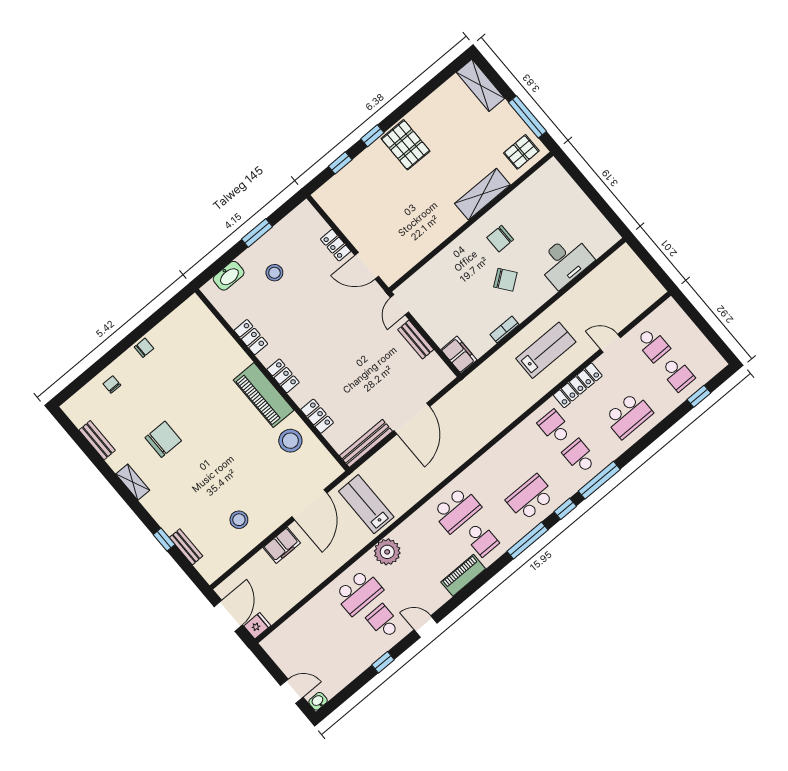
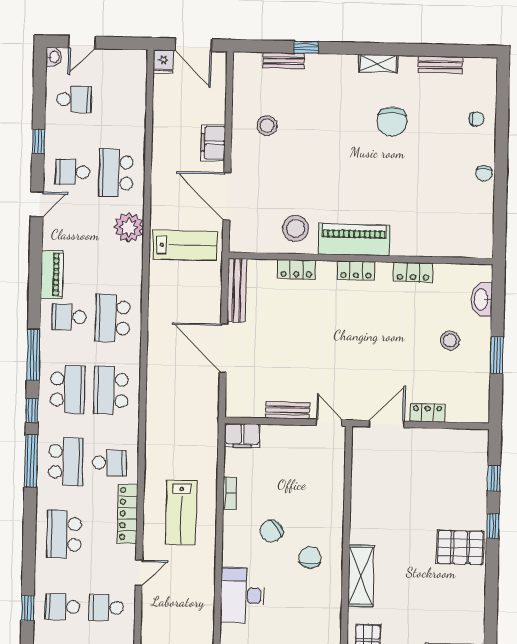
school desk: (579, 457) -> (66, 462), width x1.85
school desk: (506, 468) -> (111, 390), added
school desk: (383, 622) -> (72, 172), turned 180
school desk: (334, 663) -> (74, 99), added

